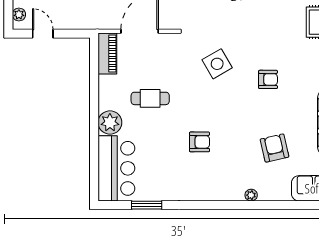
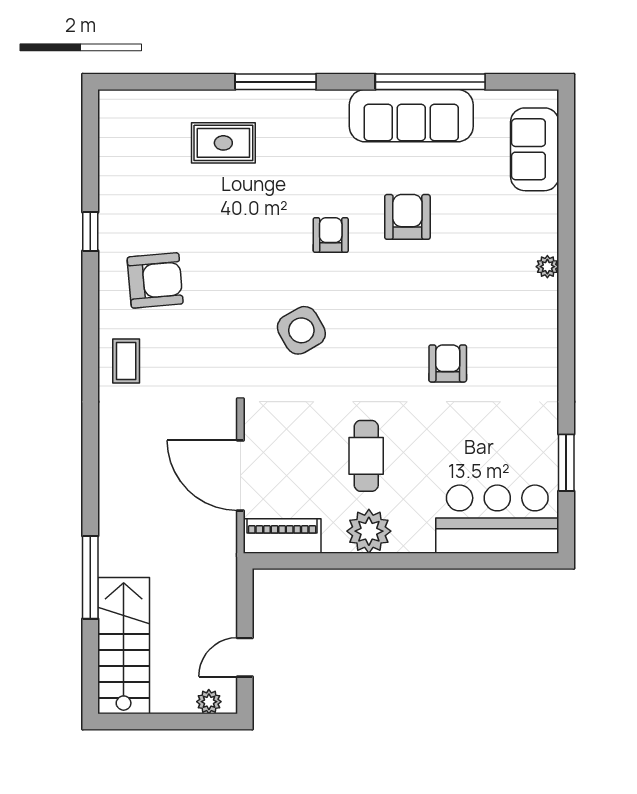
plant: (110, 122) -> (369, 531), moved
armchair: (275, 148) -> (407, 217), moved, turned 103

